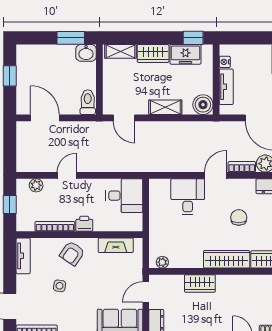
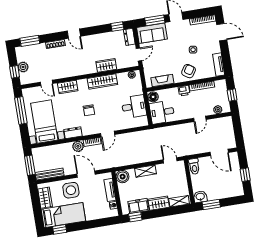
desk: (188, 197) -> (134, 107), moved, turned -90
floor lamp: (134, 222) -> (153, 97), added
wardrobe: (227, 259) -> (102, 81), moved

